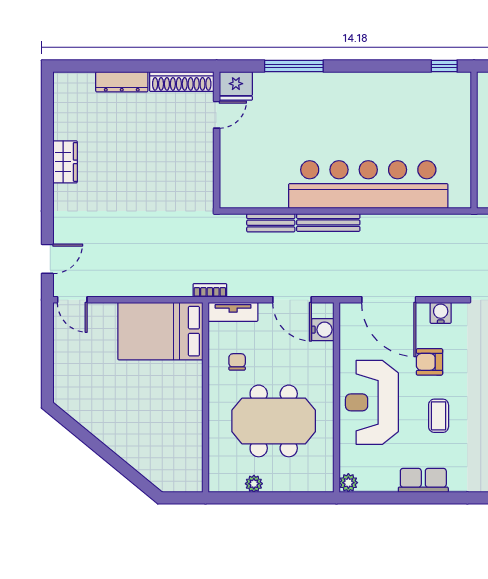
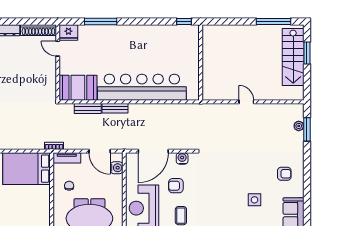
door: (217, 115) -> (58, 49), swing flipped
booth: (253, 186) -> (78, 88), added
bench: (328, 222) -> (115, 108), width x0.73
door: (389, 300) -> (153, 151), hinge flipped

